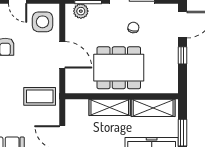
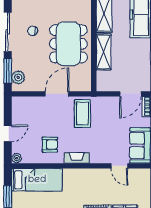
side table: (43, 22) -> (28, 111), removed
coffee table: (40, 96) -> (82, 113), moved

